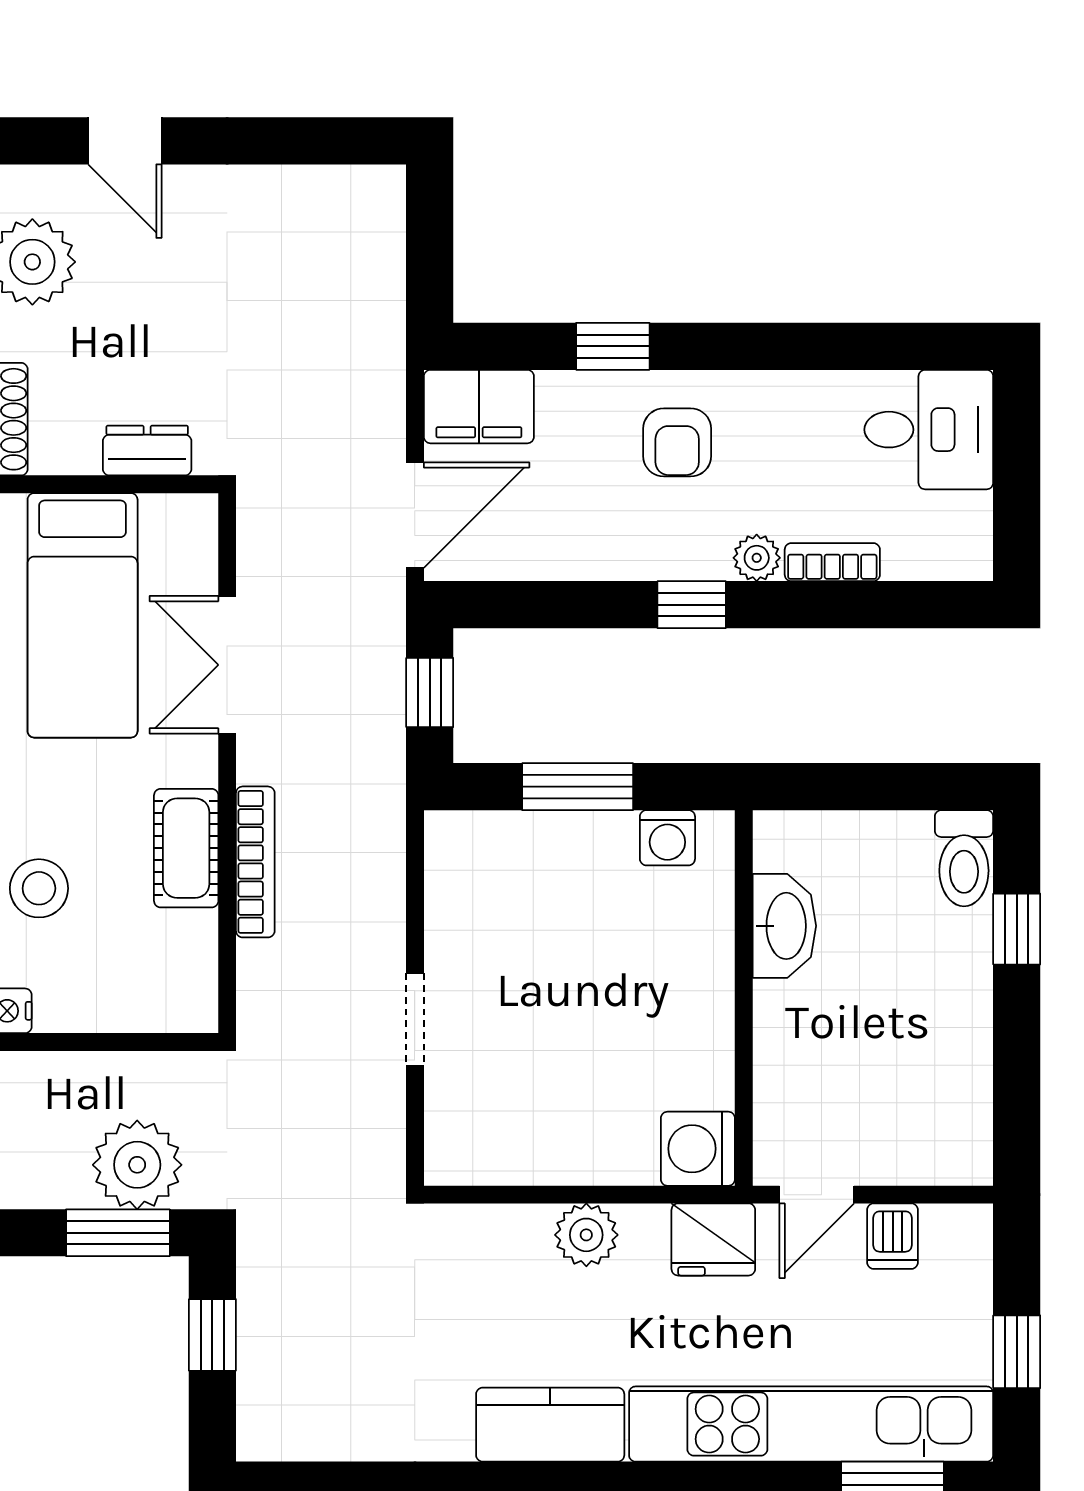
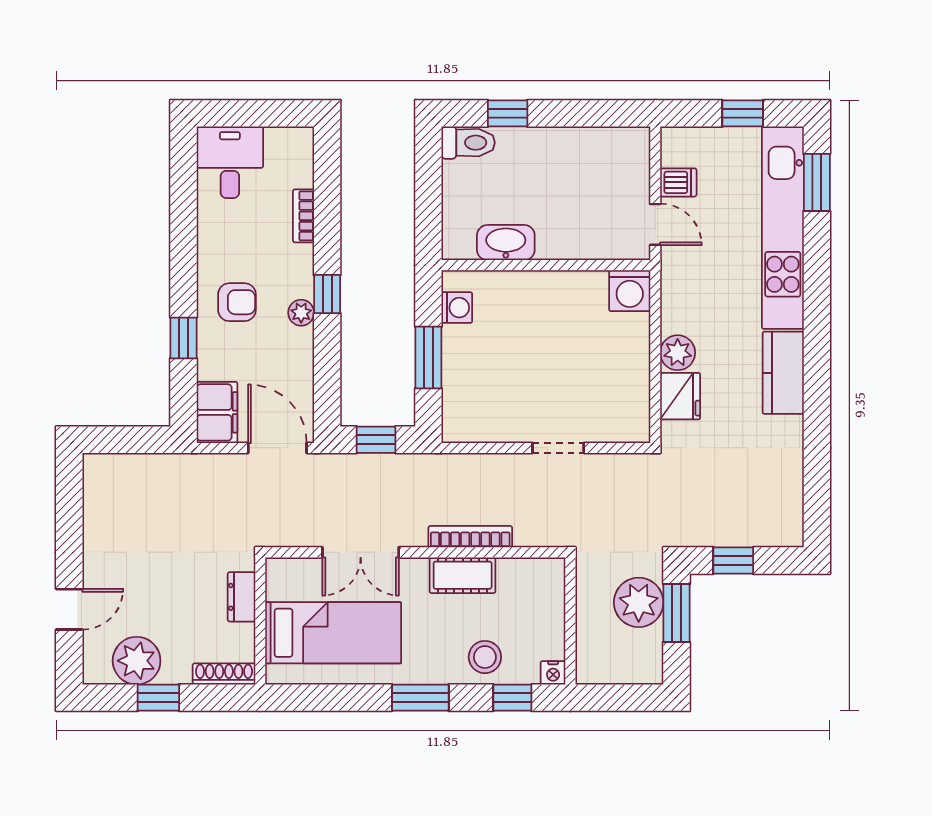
plant: (757, 558) -> (301, 313), moved
fridge: (713, 1239) -> (680, 396), moved

